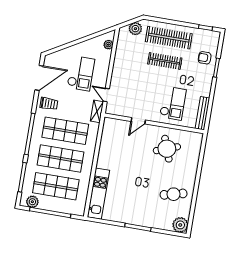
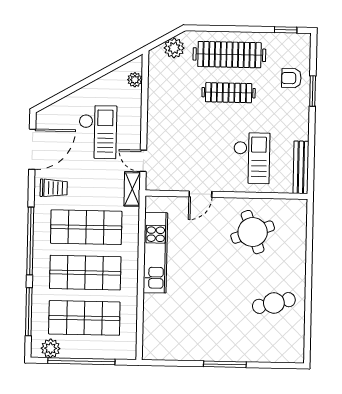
kitchen unit: (98, 194) -> (155, 253), moved
plant: (180, 225) -> (292, 351), removed

